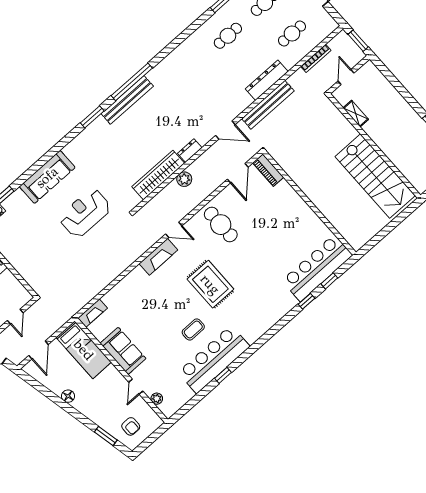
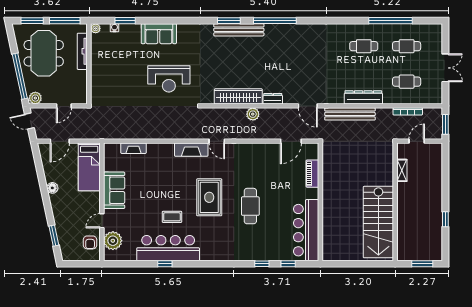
bench: (127, 100) -> (239, 30), moved
piano: (268, 170) -> (312, 174), moved
sofa: (47, 177) -> (159, 34), width x0.73
reception desk: (85, 213) -> (169, 79), turned 180
cafe table: (221, 225) -> (250, 206), moved
bar counter: (317, 268) -> (306, 230), moved, turned -90
fireplace: (93, 313) -> (133, 148), moved
plant: (157, 399) -> (113, 241), width x1.87, depth x1.87
armchair: (131, 426) -> (90, 242), moved

